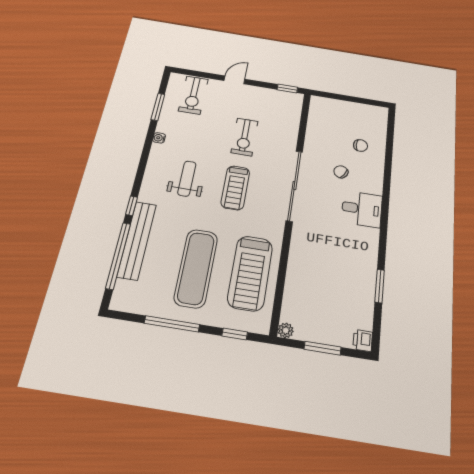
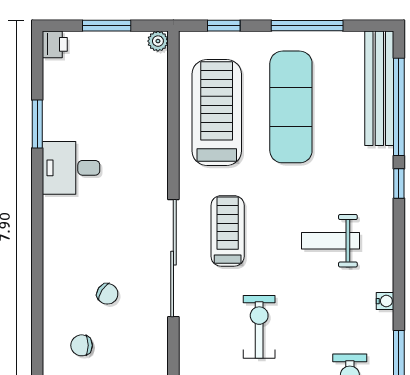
weight bench: (187, 179) -> (331, 241), turned 90
treadmill: (235, 188) -> (228, 231), moved
desk: (362, 209) -> (71, 168), moved
bench: (137, 240) -> (379, 88), moved

